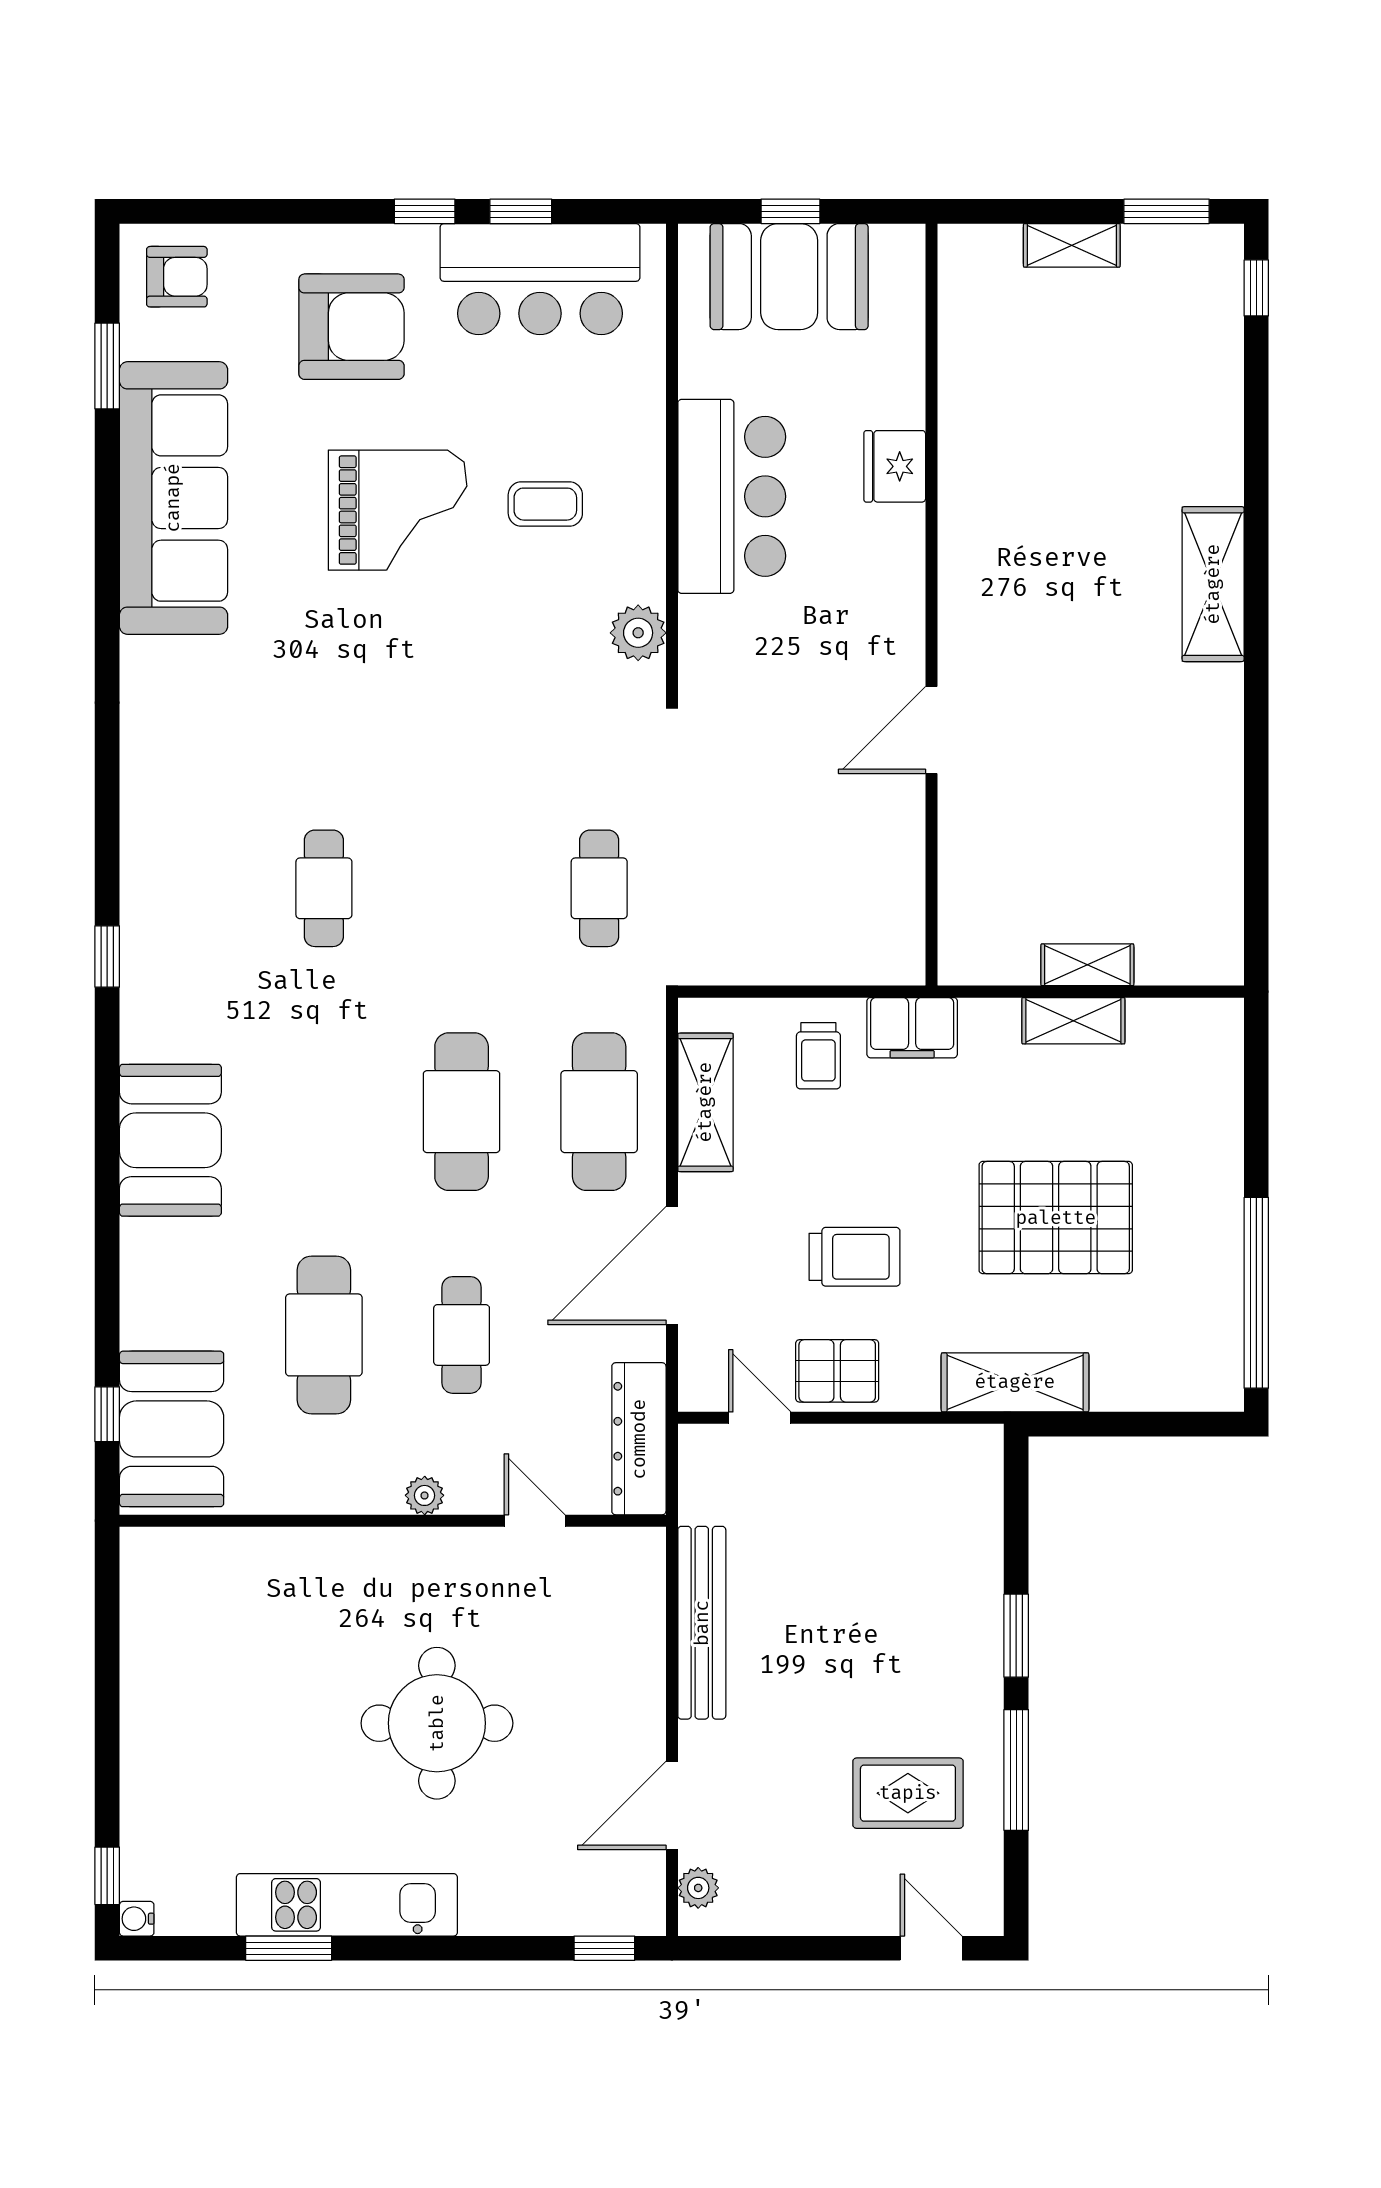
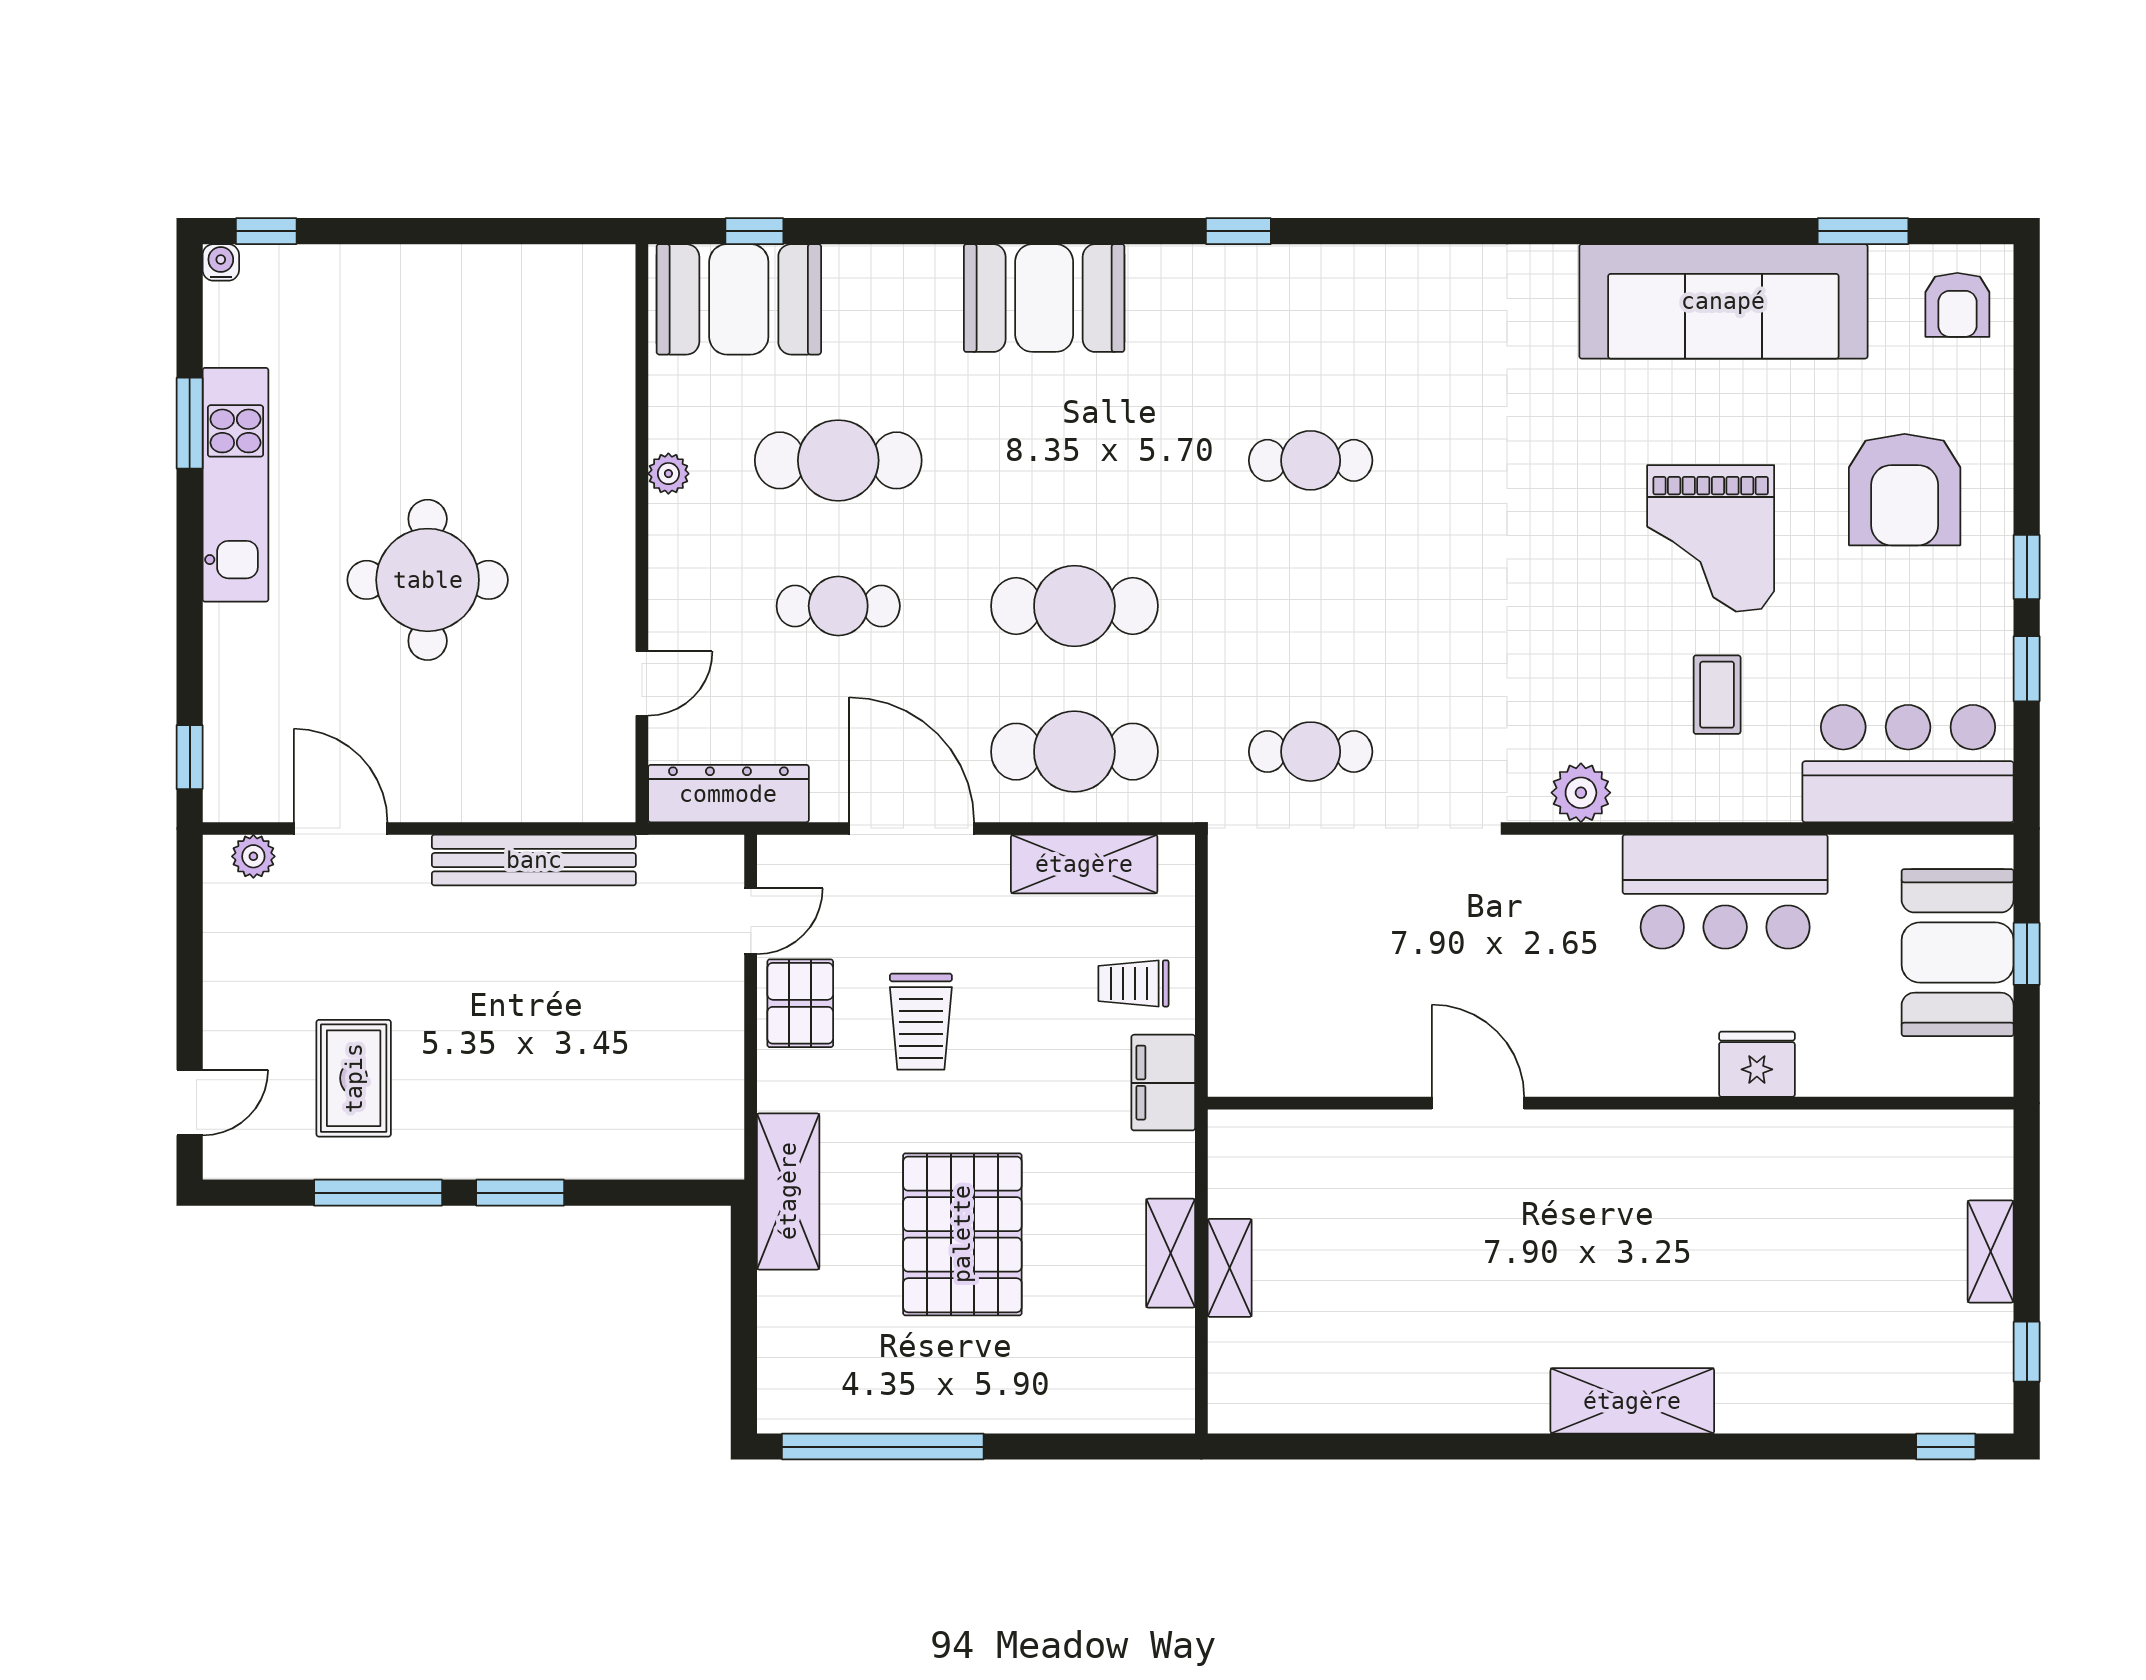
window: (1167, 211) -> (2027, 1352), width x0.67
bar counter: (540, 279) -> (1908, 764), moved, turned 90
plant: (425, 1495) -> (668, 474), moved

